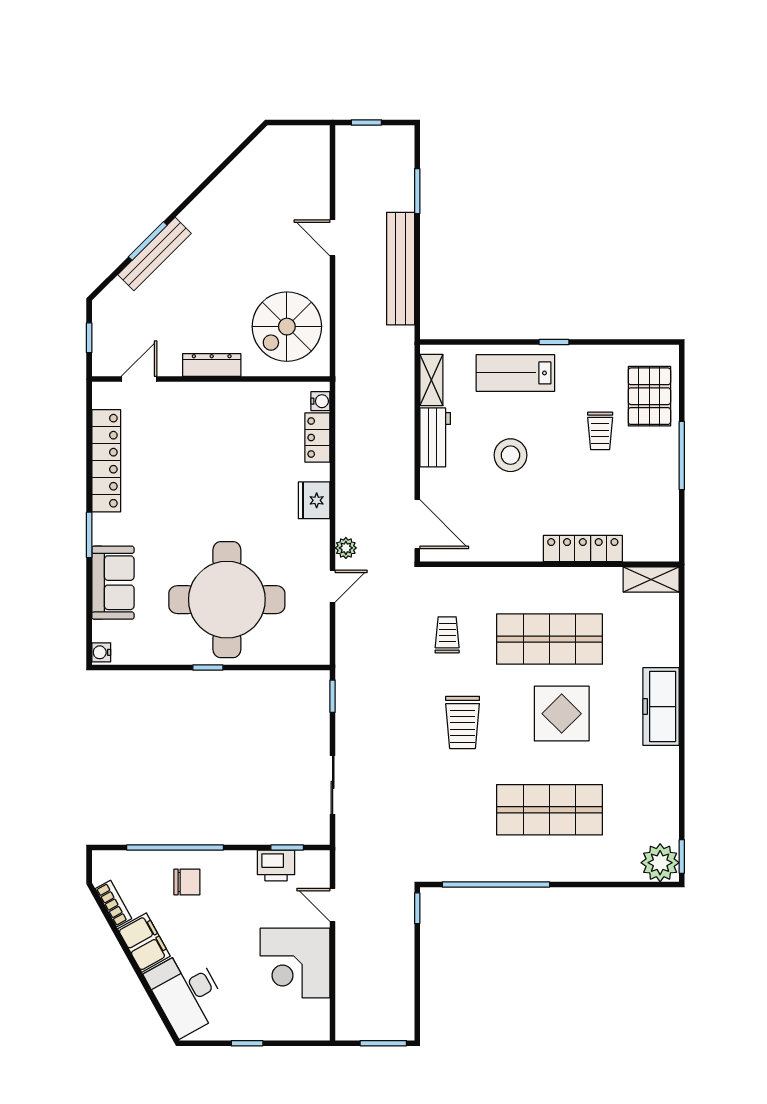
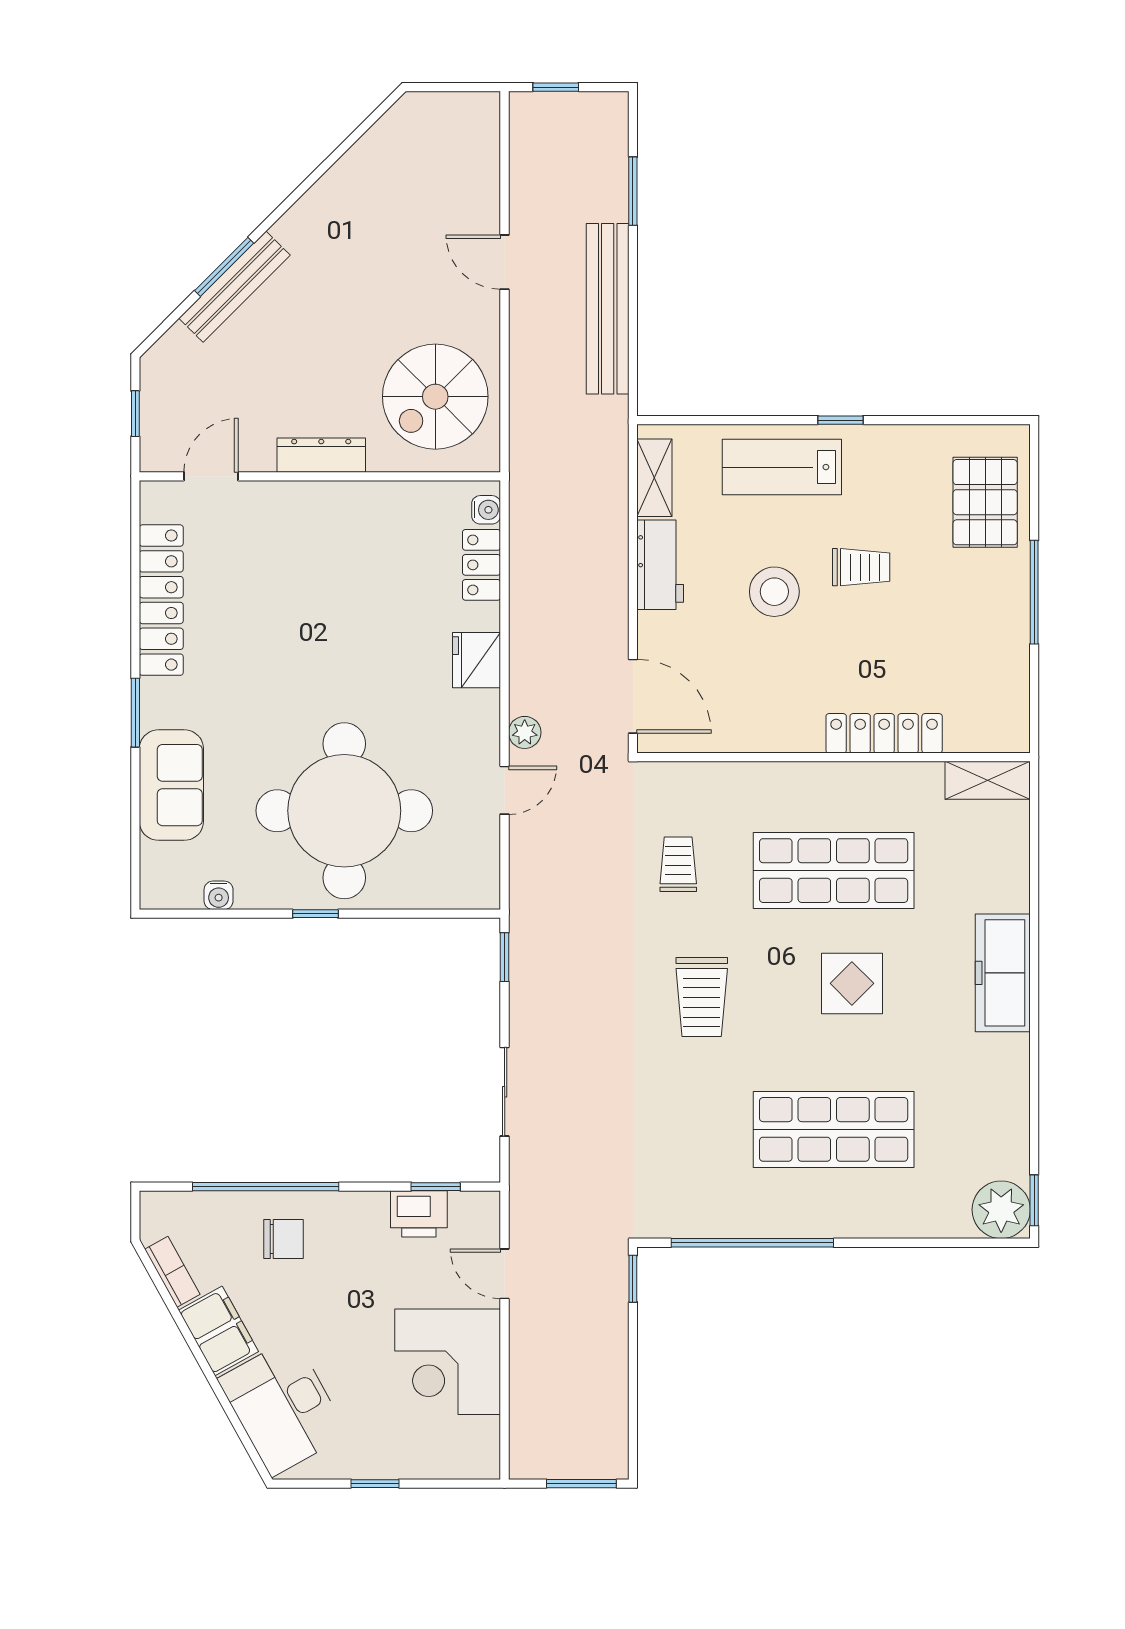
trolley: (600, 431) -> (861, 567), moved, turned -90
water cooler: (101, 652) -> (219, 895), moved, turned -90
display table: (562, 714) -> (852, 983), width x0.73, depth x0.73

